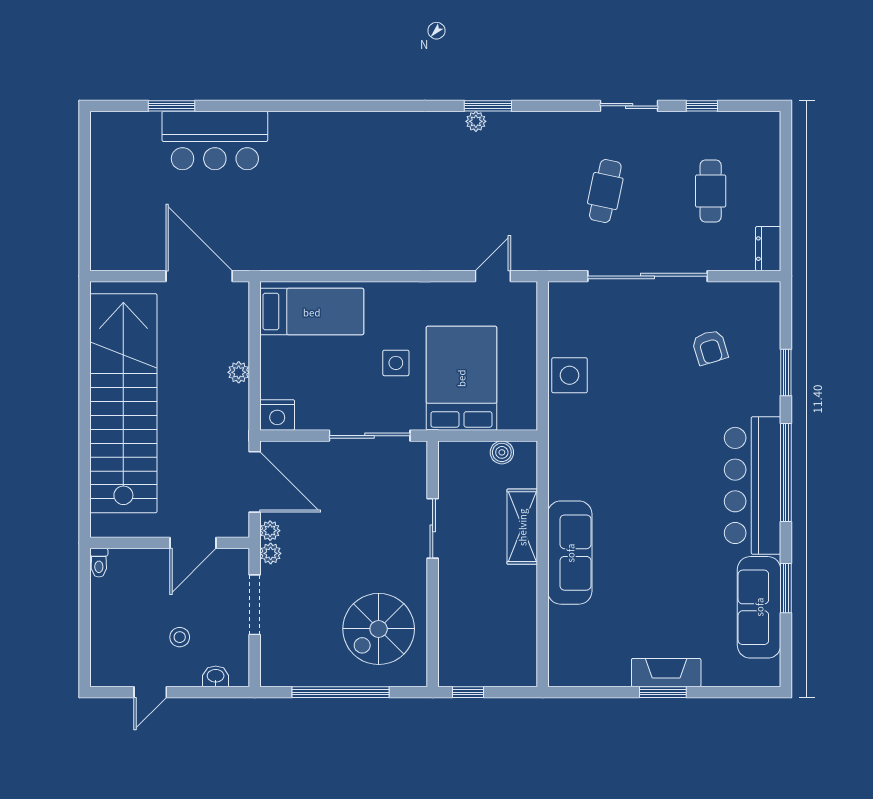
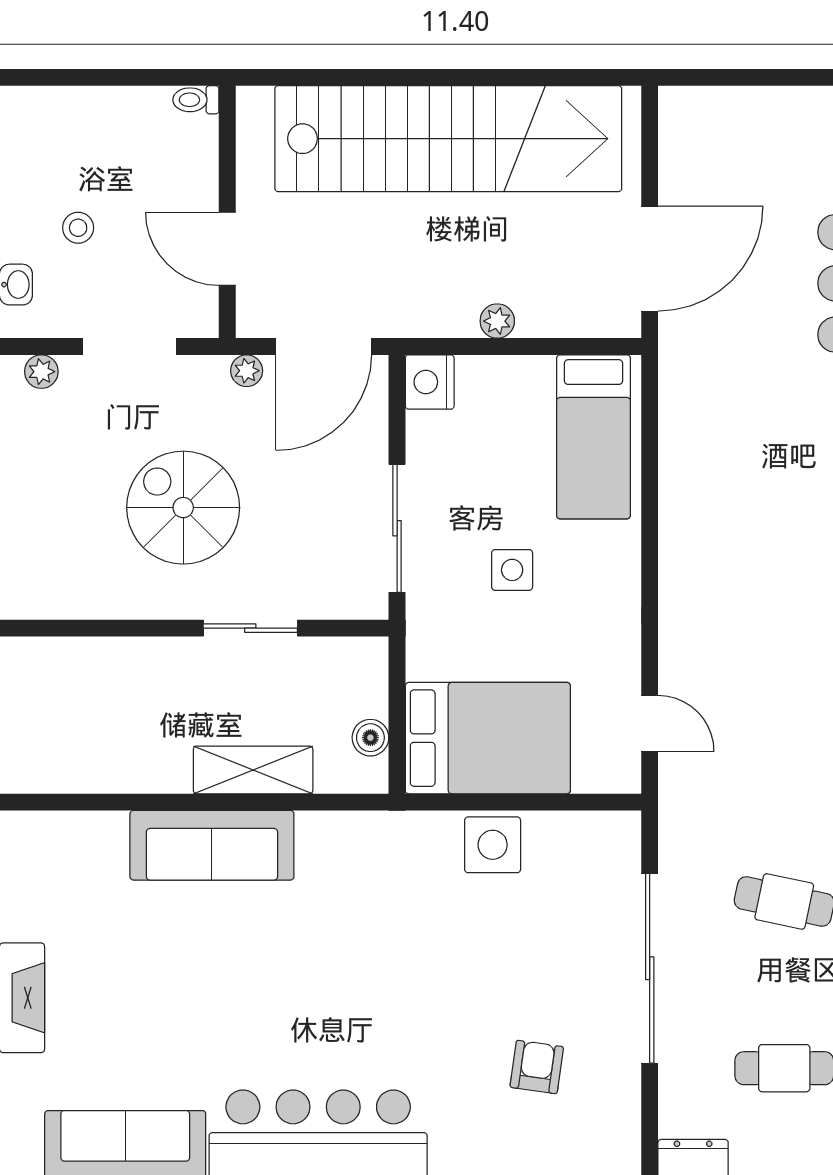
armchair: (710, 347) -> (537, 1067), turned 115
bed: (461, 378) -> (488, 738), moved
plant: (271, 553) -> (41, 372), moved
spiral stairs: (379, 629) -> (183, 508), moved

